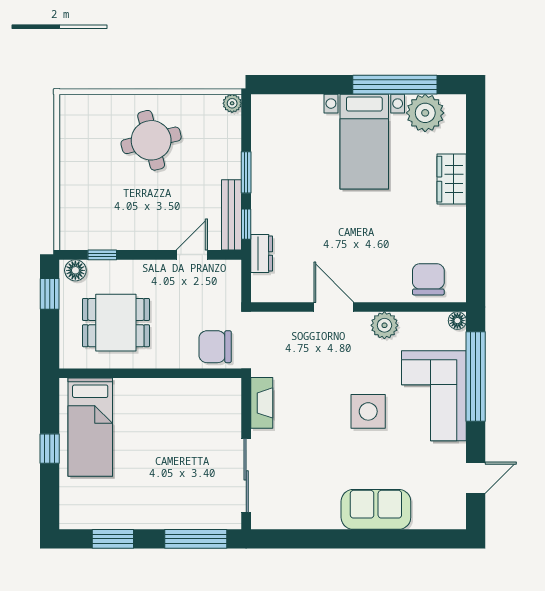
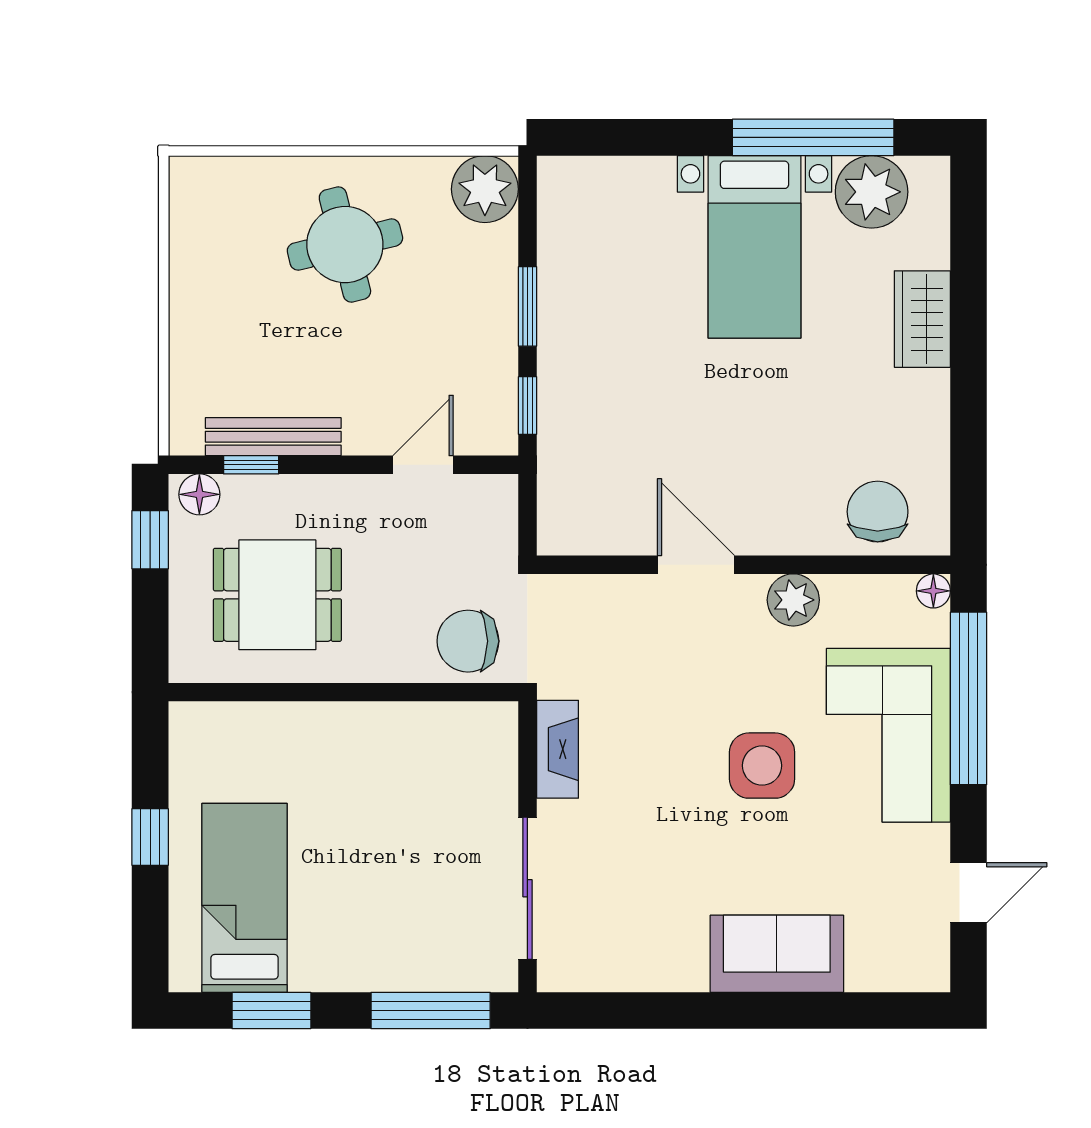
plant: (232, 103) -> (485, 189), width x1.88, depth x1.88
bench: (231, 215) -> (273, 437), moved, turned 90
dresser: (262, 254) -> (557, 462), removed
bed: (90, 427) -> (244, 898), moved, turned 180

